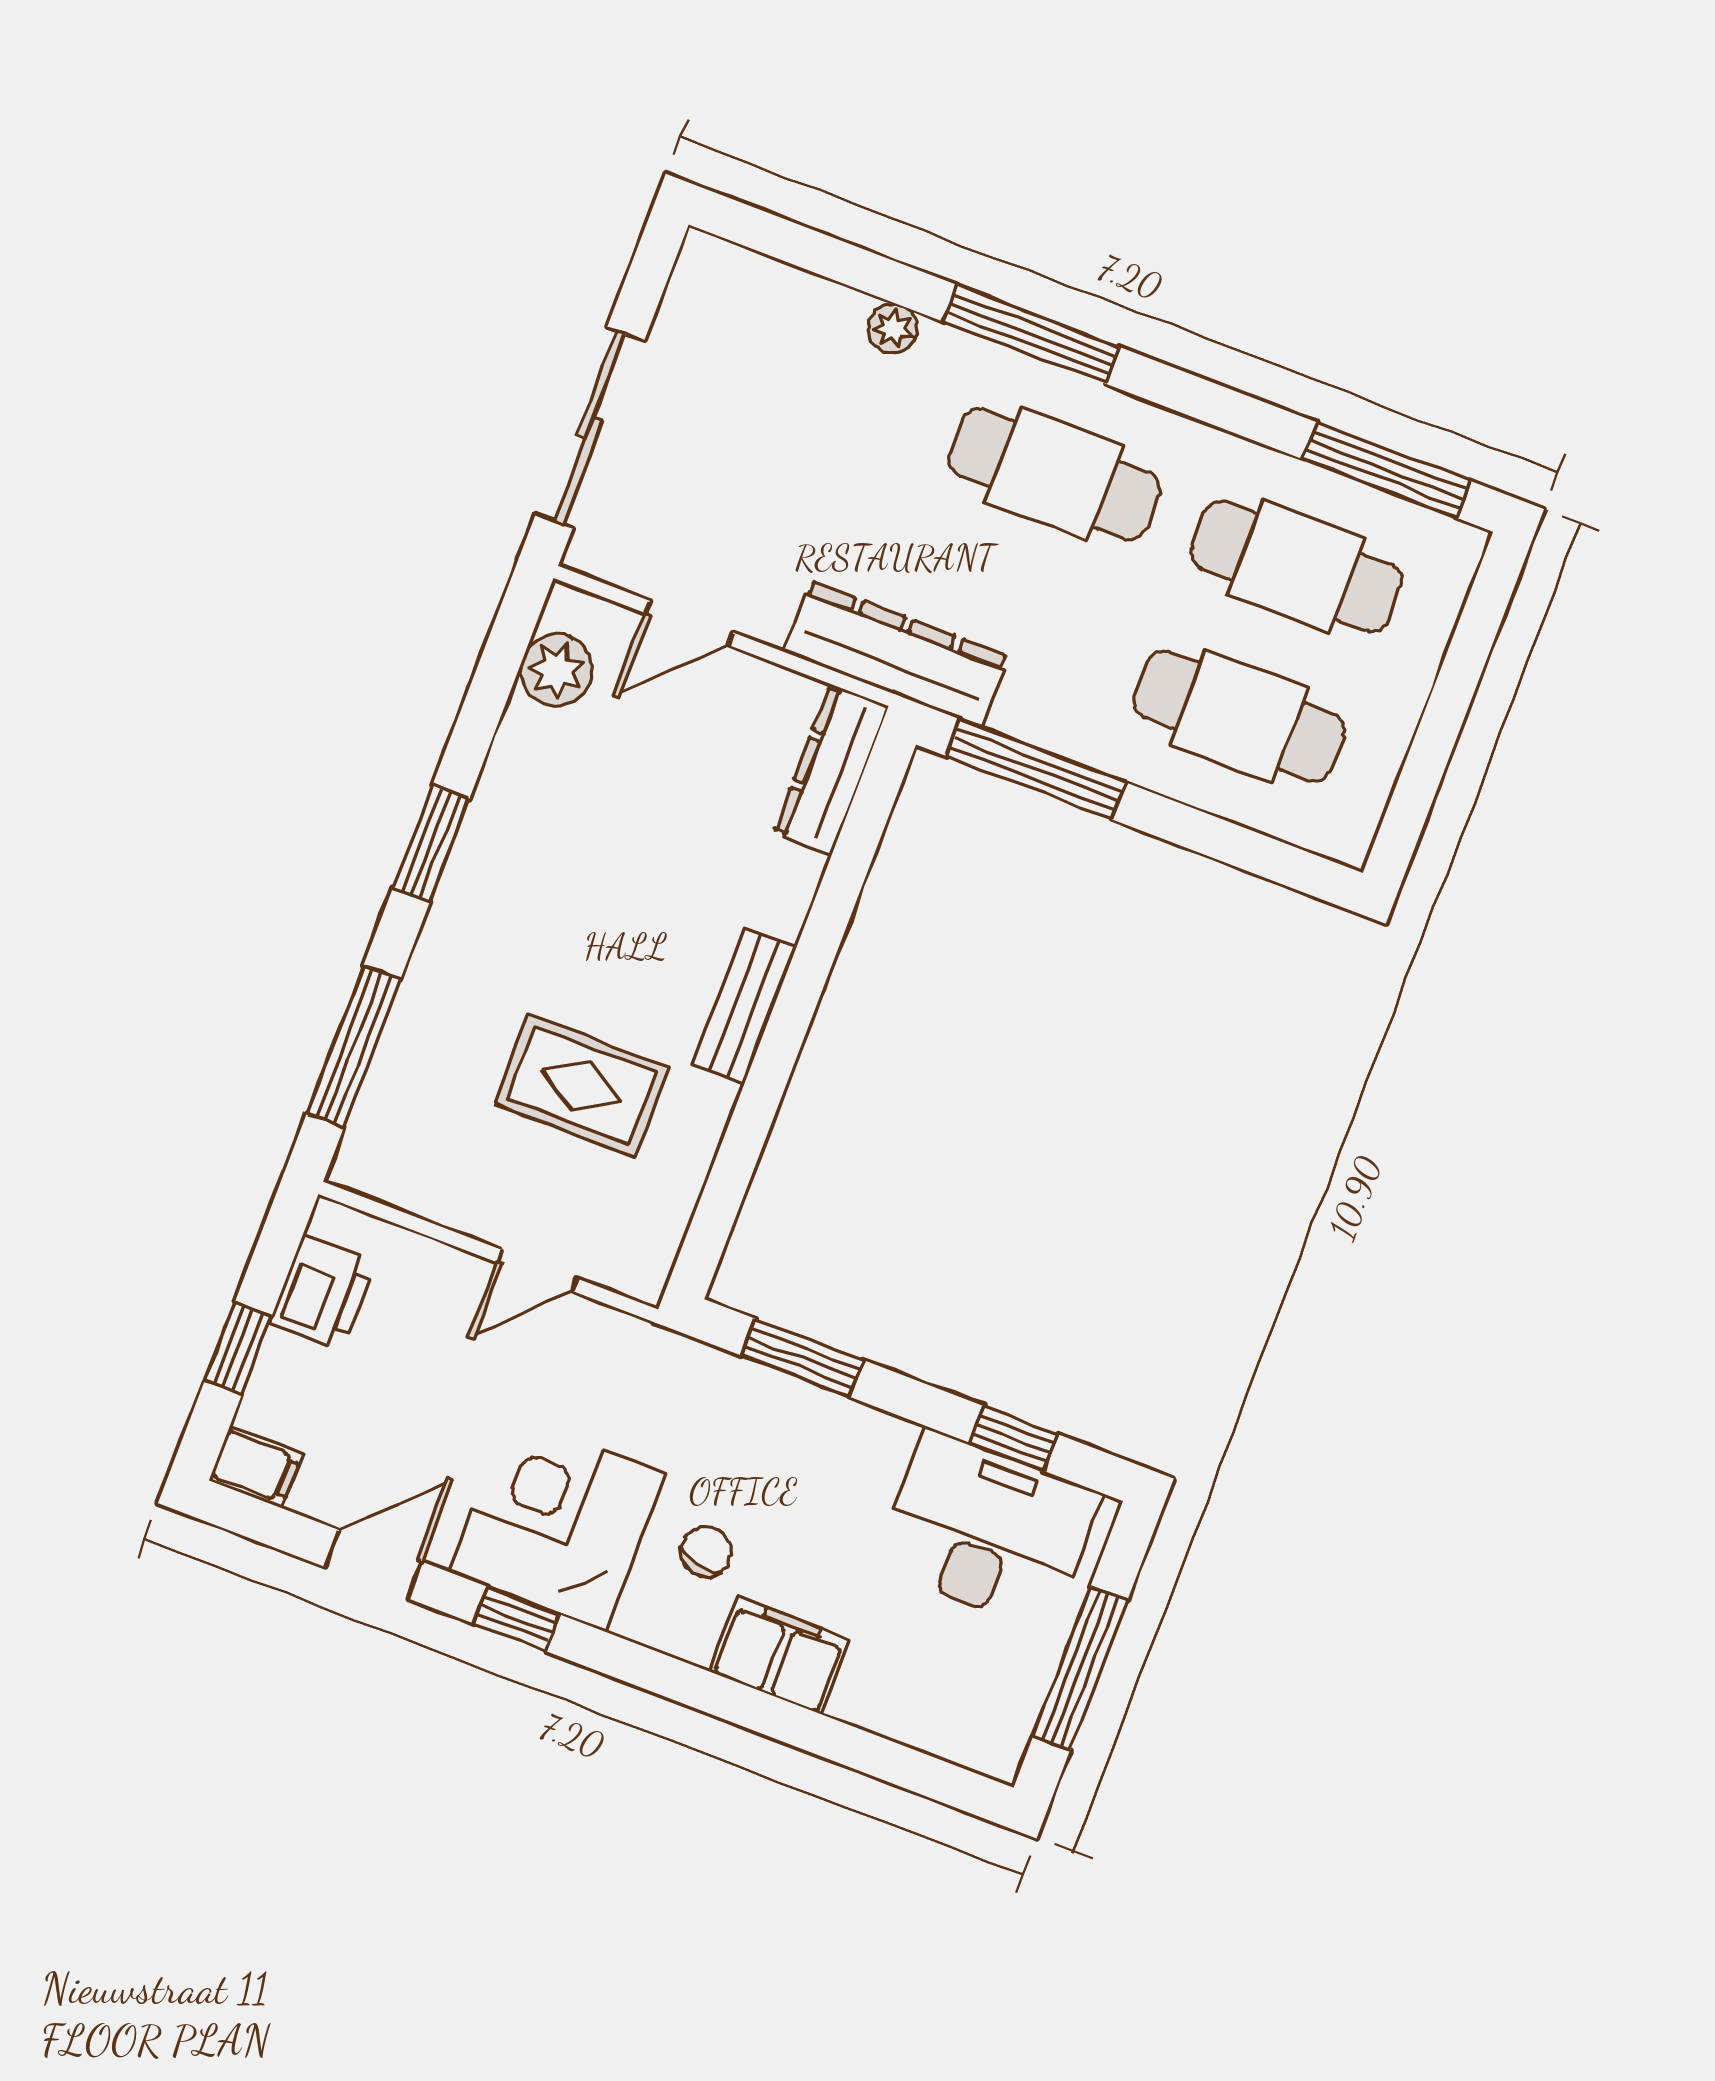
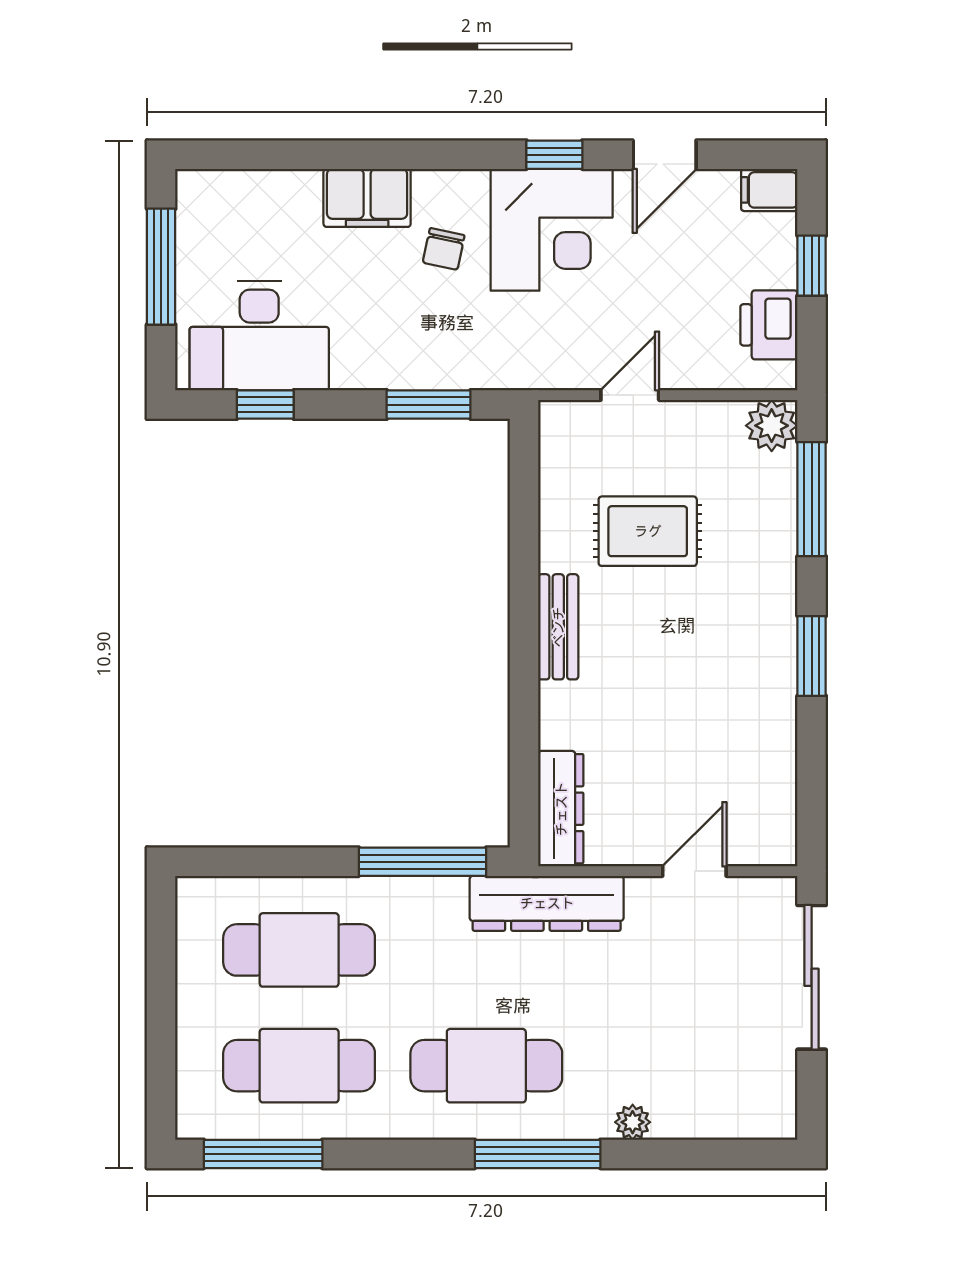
plant: (556, 670) -> (772, 426), moved

